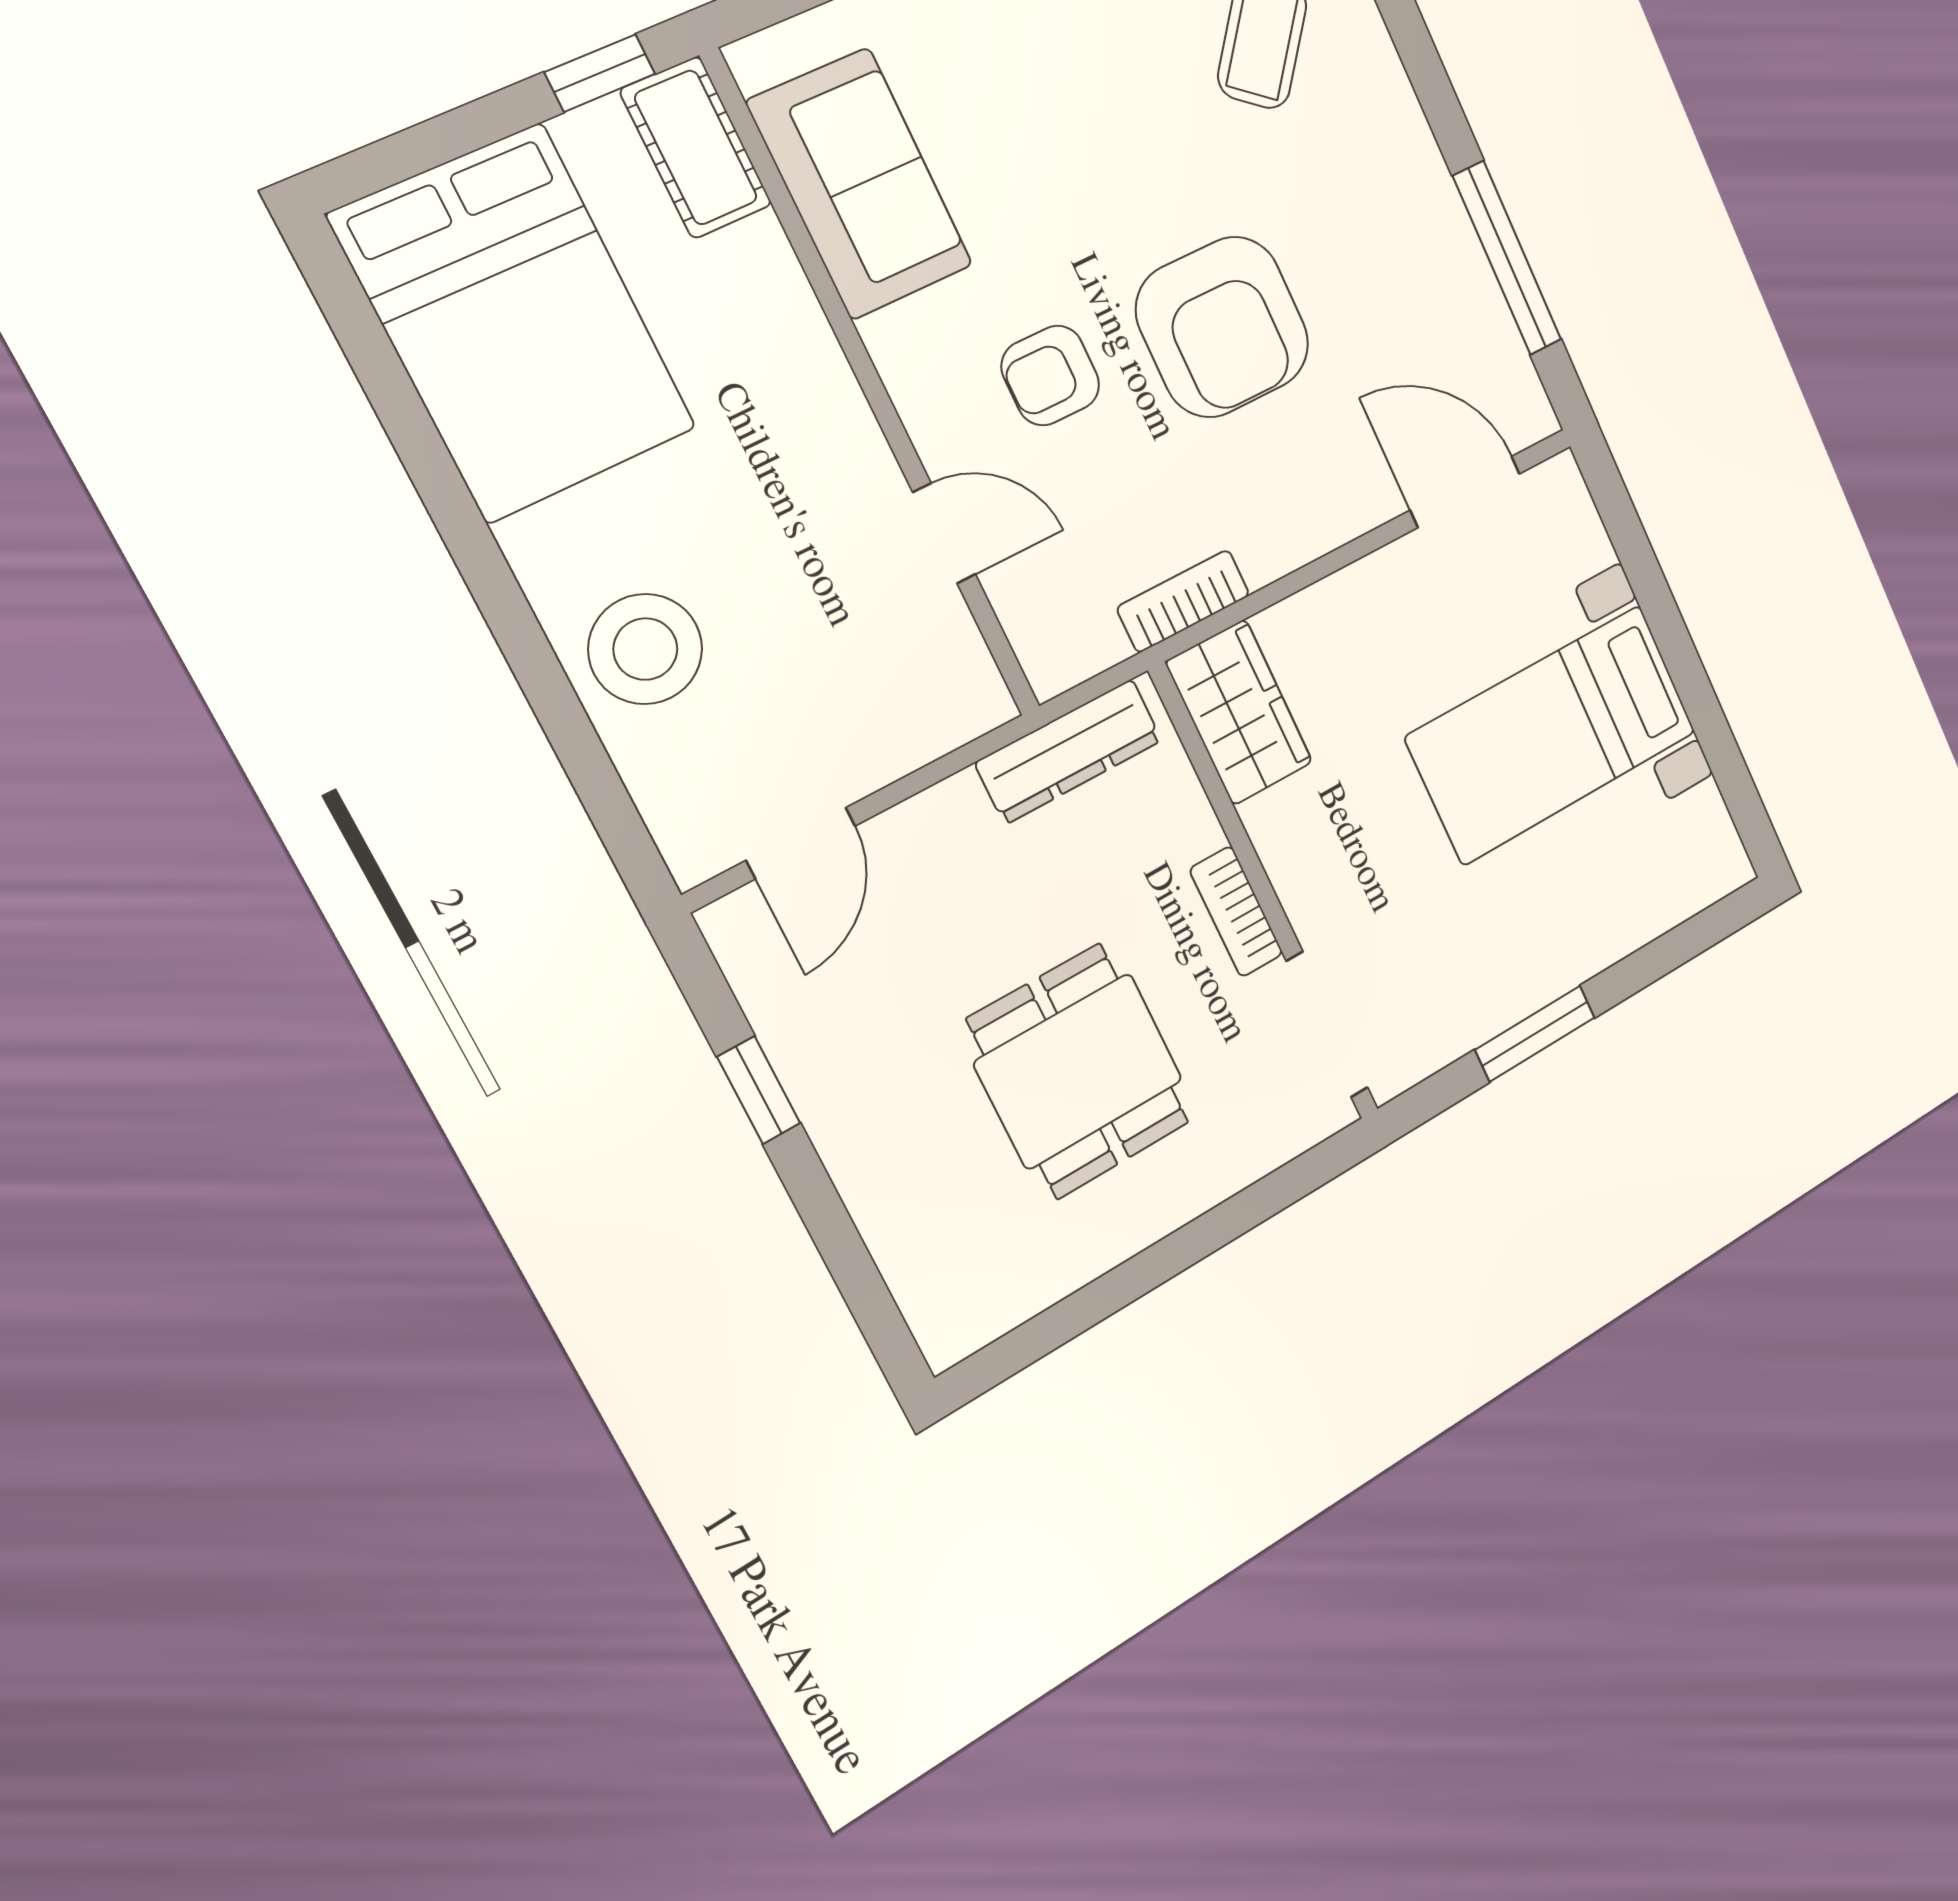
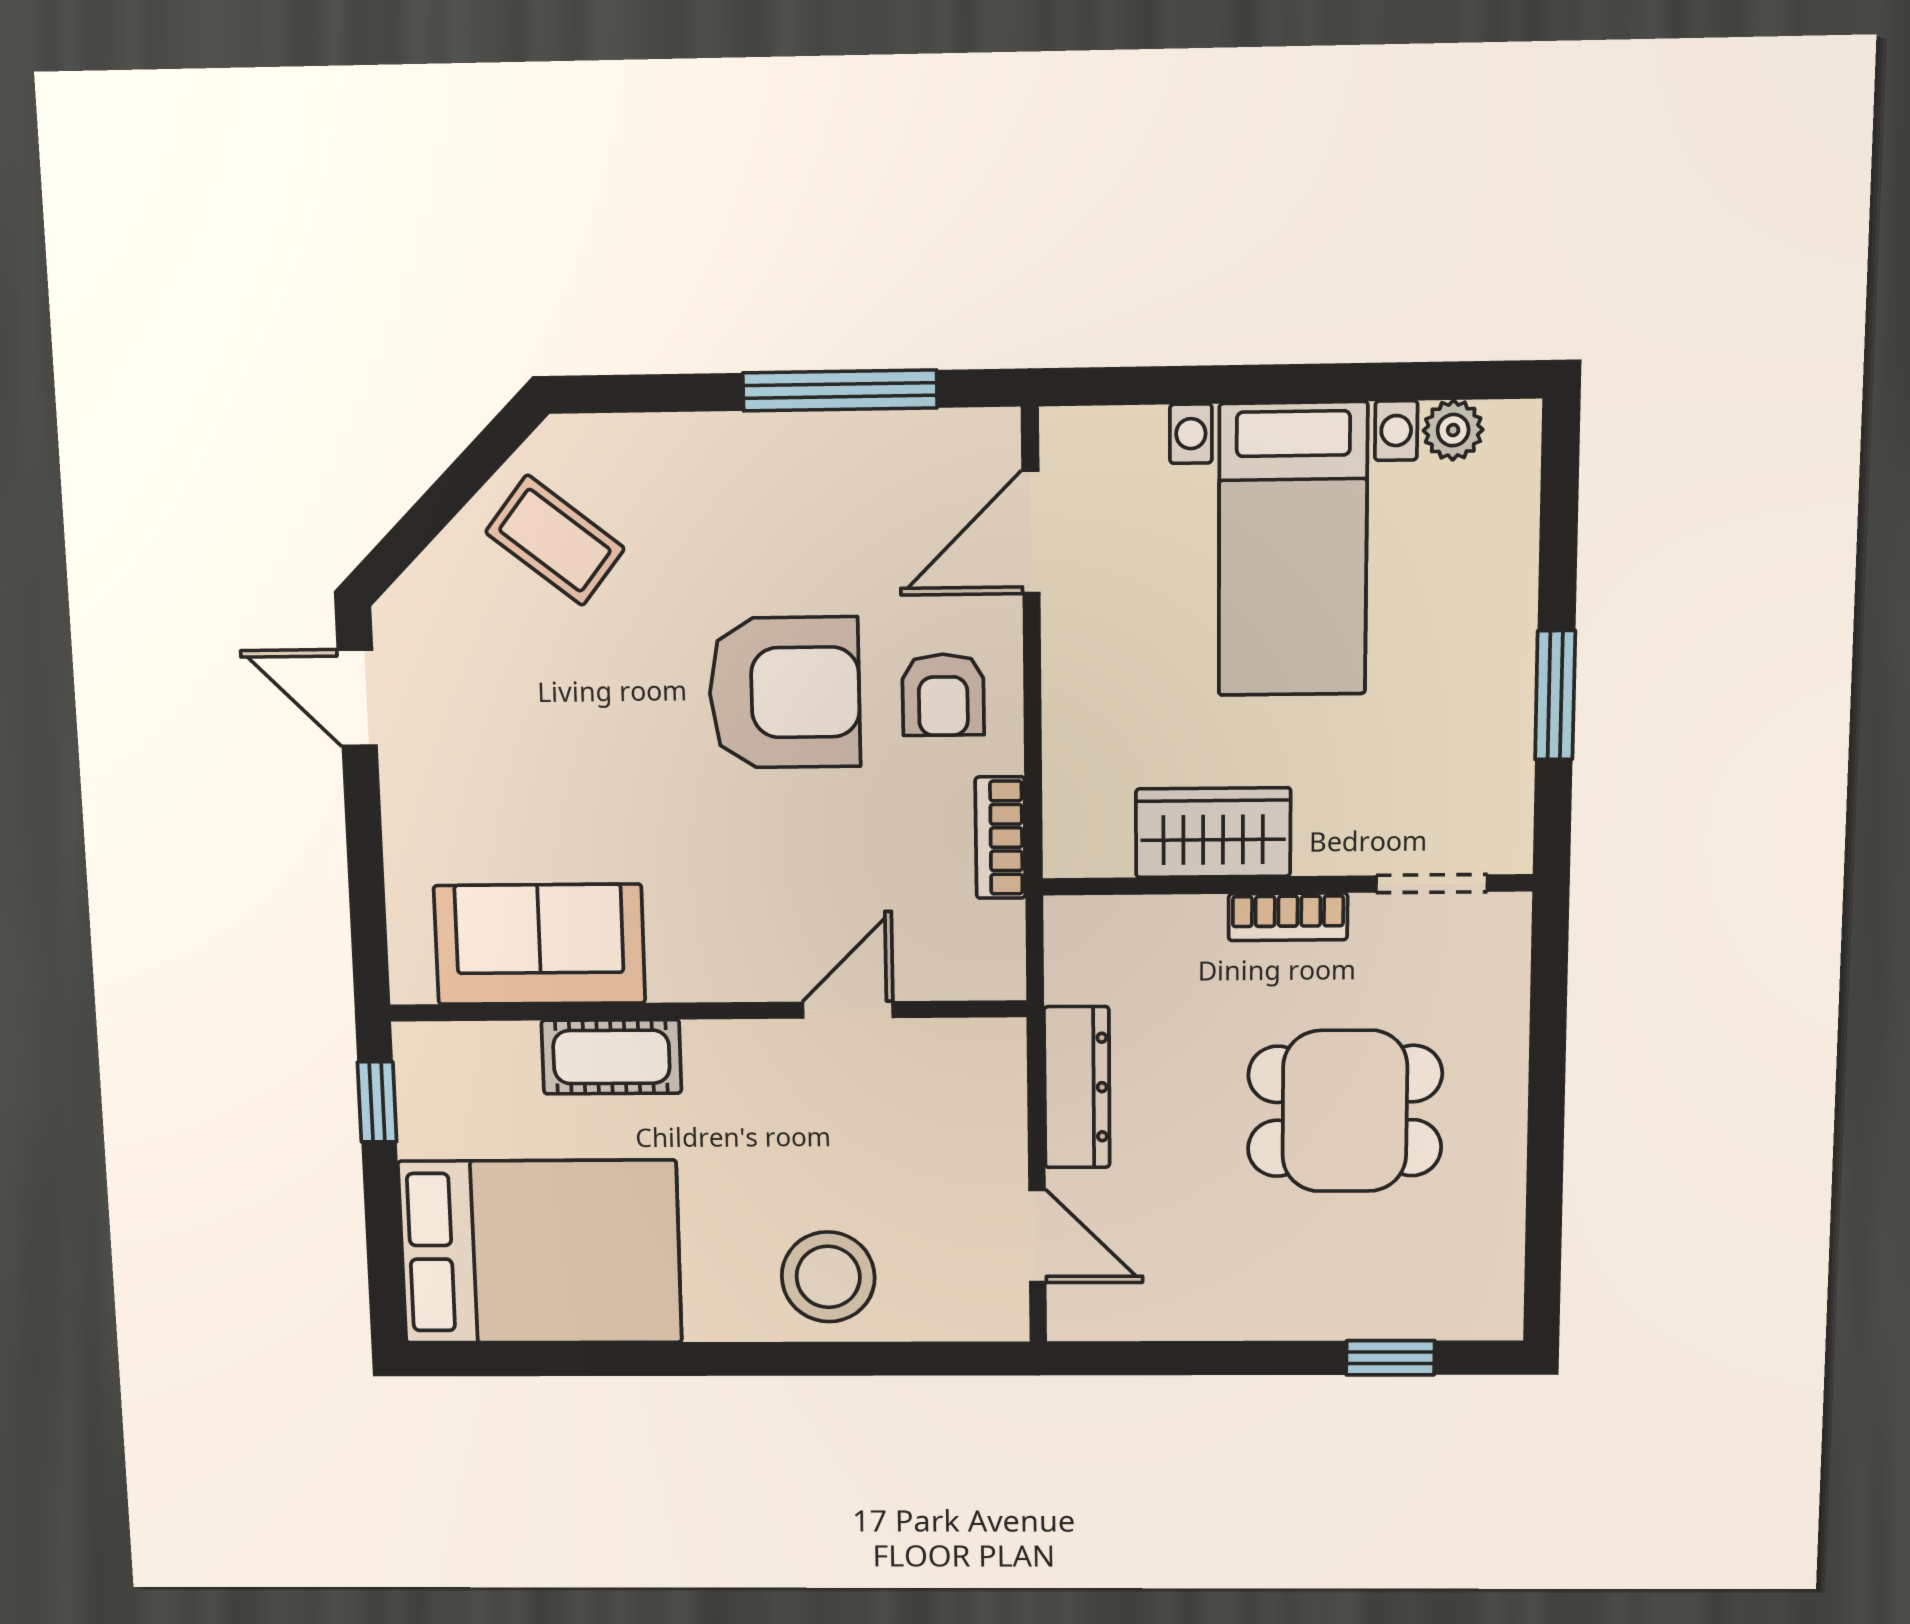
cot: (696, 148) -> (611, 1057), moved
armchair: (1050, 376) -> (943, 695), moved
wardrobe: (1239, 712) -> (1213, 833), moved
dresser: (1069, 751) -> (1077, 1087), moved
plant: (1704, 817) -> (1453, 430), added
doorway: (1327, 1025) -> (1432, 884), width x0.73
window: (759, 1090) -> (1390, 1358), moved

